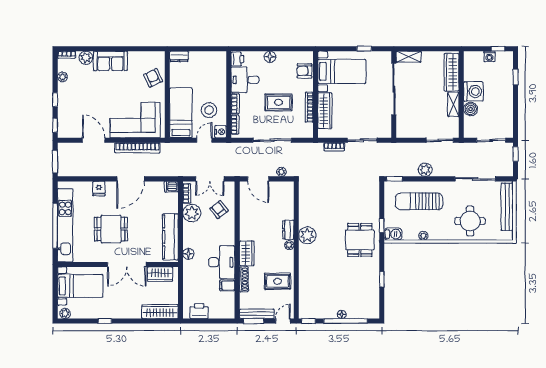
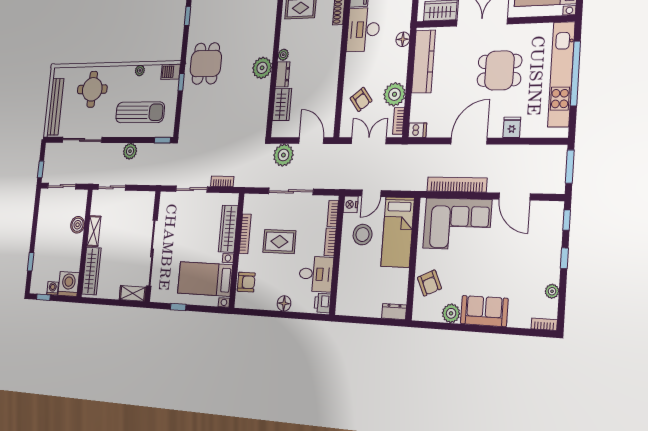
plant: (86, 58) -> (451, 313), moved
washing machine: (473, 92) -> (69, 284), moved, turned 90
plant: (281, 172) -> (283, 155), width x1.88, depth x1.88
wardrobe: (247, 253) -> (282, 104), moved, turned 180

